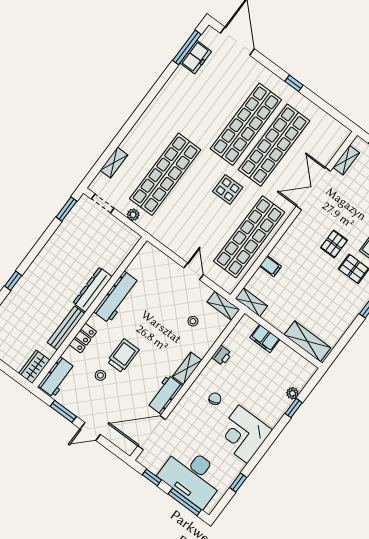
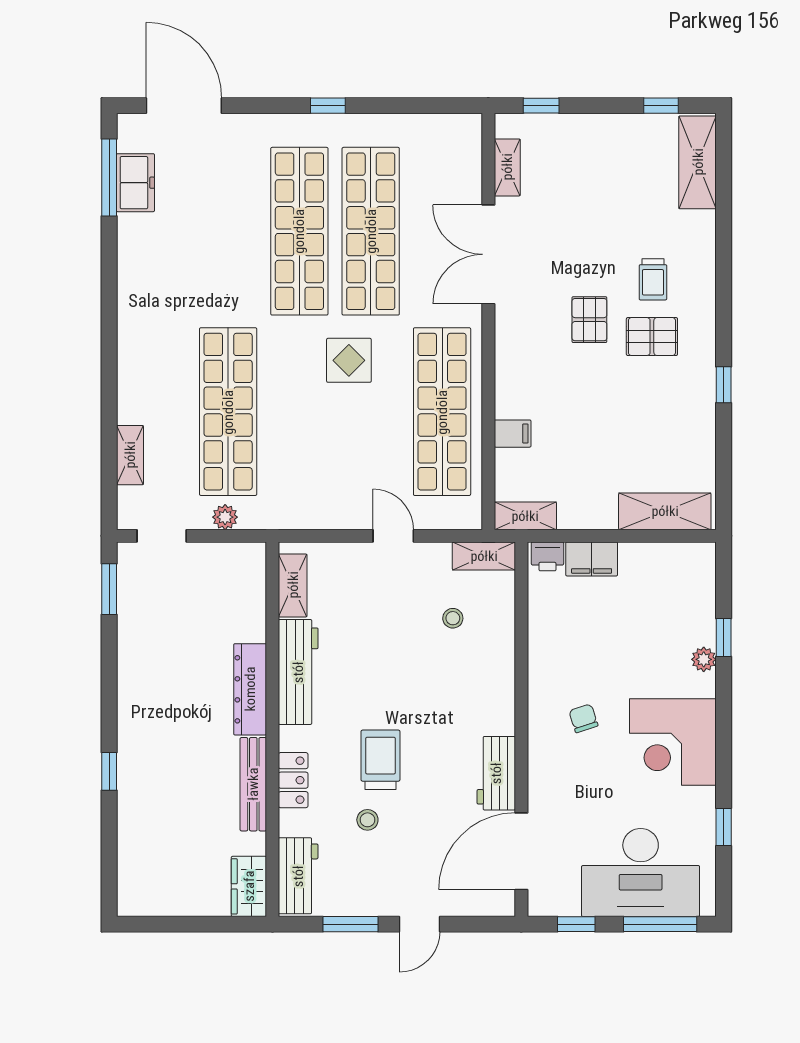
printer: (222, 355) -> (547, 556), moved, turned 90
shelving: (187, 368) -> (293, 585), moved
plant: (292, 393) -> (704, 659), moved

